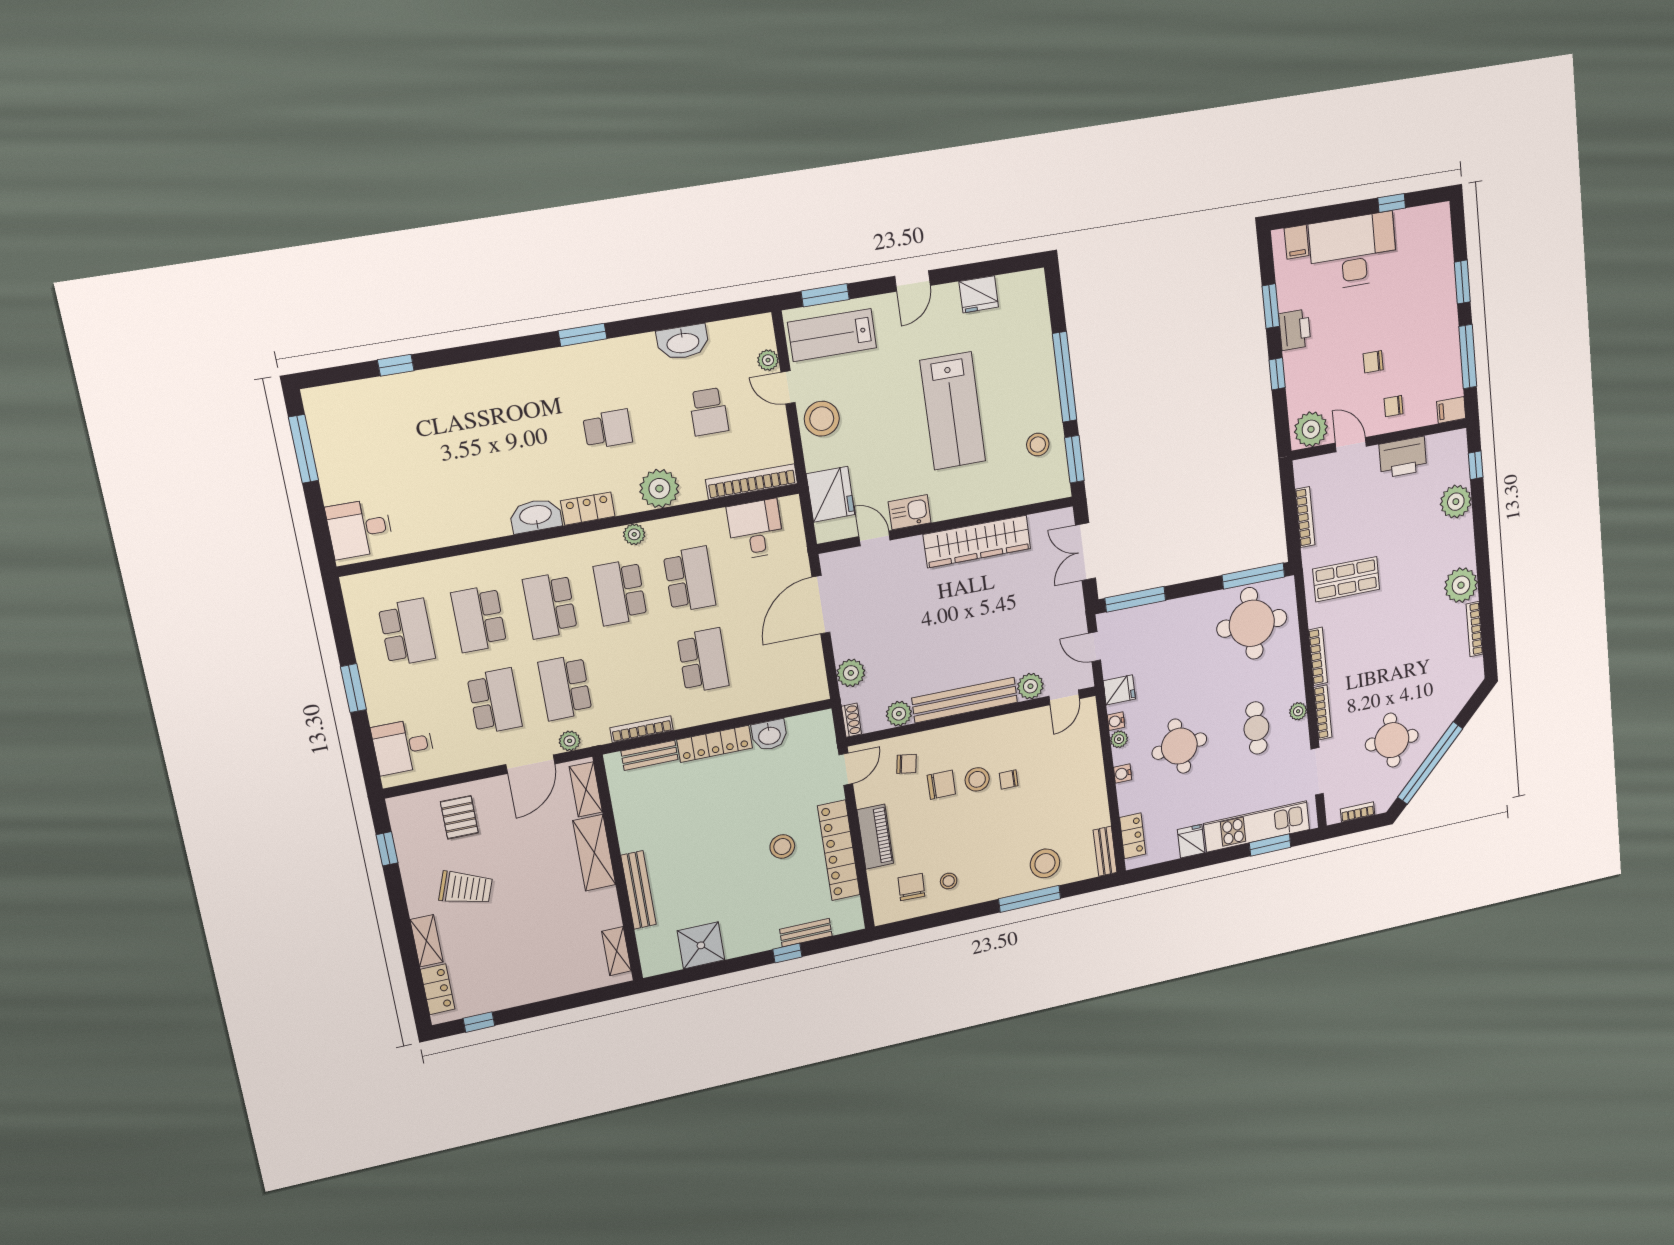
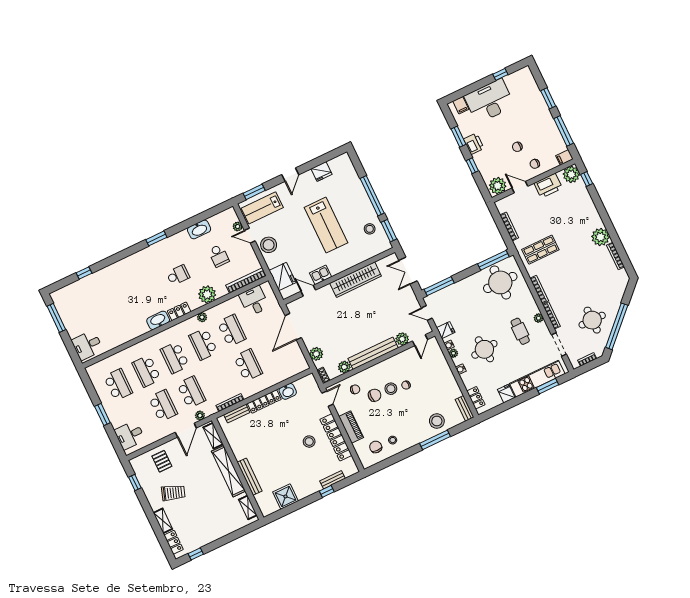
plant: (1456, 502) -> (571, 174), moved
school desk: (565, 687) -> (191, 392), turned 180
shelving: (594, 853) -> (228, 471), width x1.47

